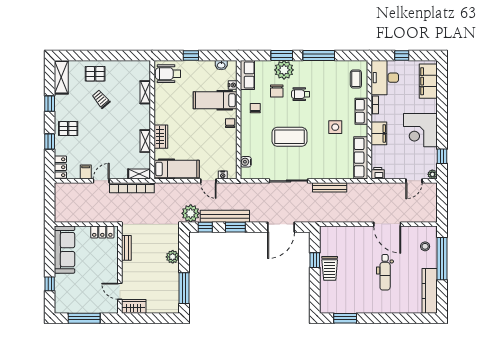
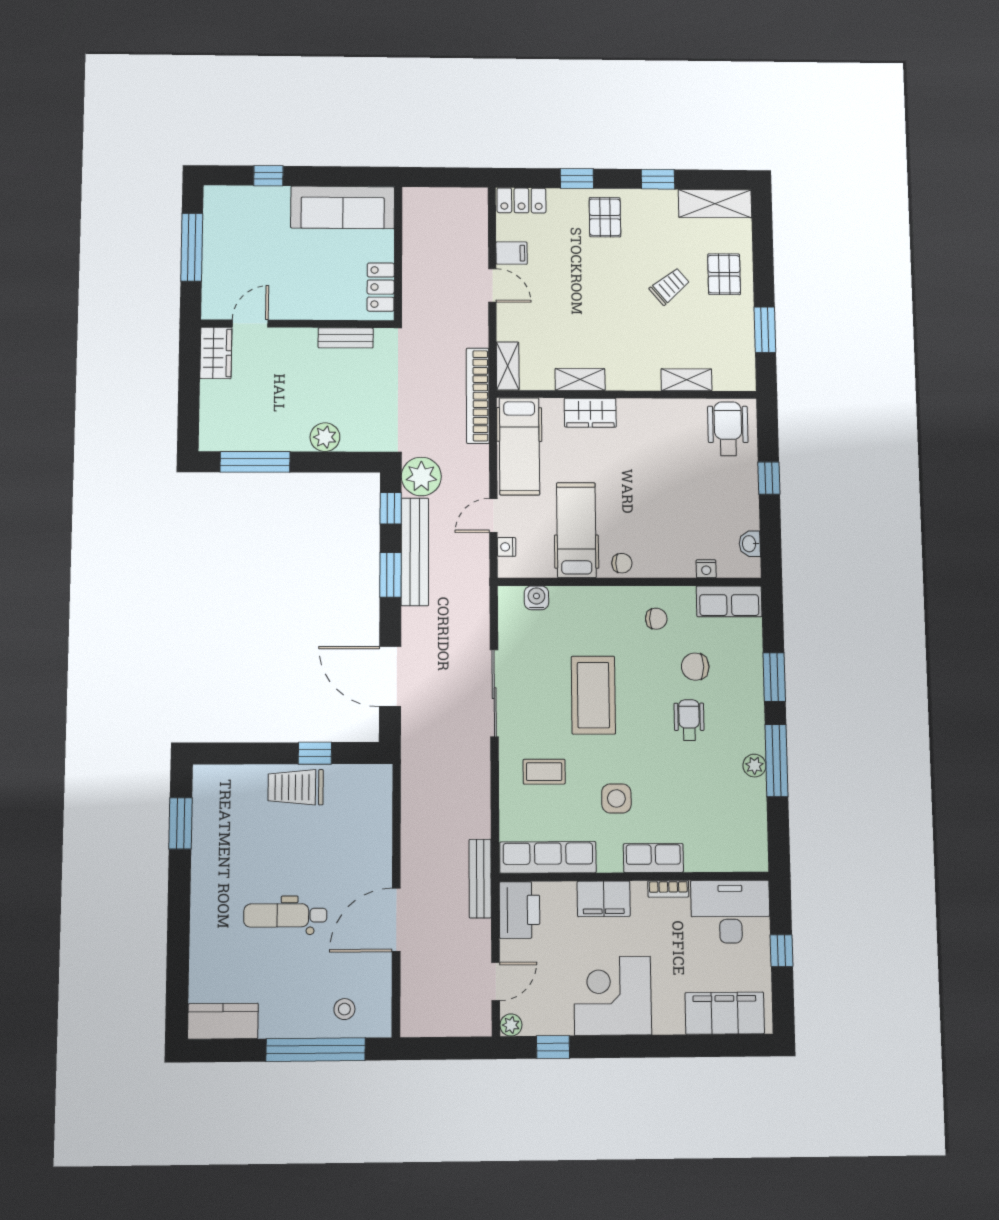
window: (121, 56) -> (765, 330), added
plant: (284, 70) -> (754, 766), moved, width x0.53, depth x0.53
coffee table: (356, 79) -> (544, 772), moved
hospital bed: (215, 100) -> (576, 530), moved
printer: (378, 173) -> (519, 910), width x1.87, depth x1.48
door: (414, 181) -> (496, 982), swing flipped
bench: (330, 187) -> (480, 879), moved
bookcase: (132, 188) -> (478, 396), moved
kitchen counter: (430, 291) -> (223, 1021), width x0.67

